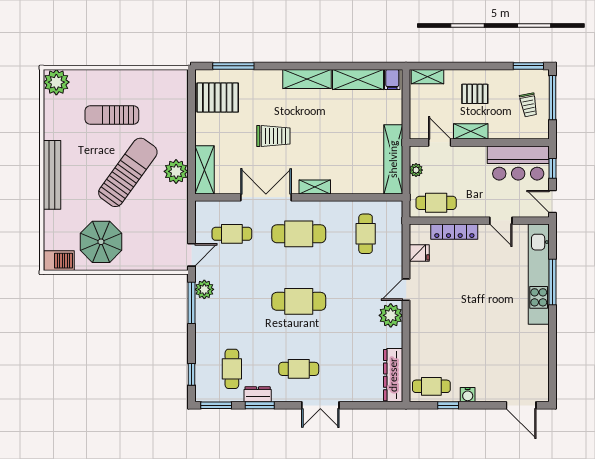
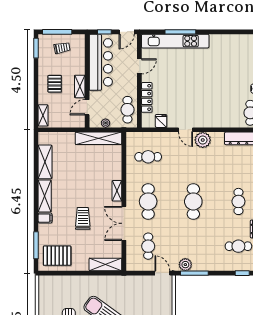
filing cabinet: (392, 79) -> (45, 218), moved
pallet: (218, 98) -> (57, 256), turned 90
bar counter: (518, 163) -> (101, 62), width x1.36
plant: (176, 171) -> (107, 283), removed

